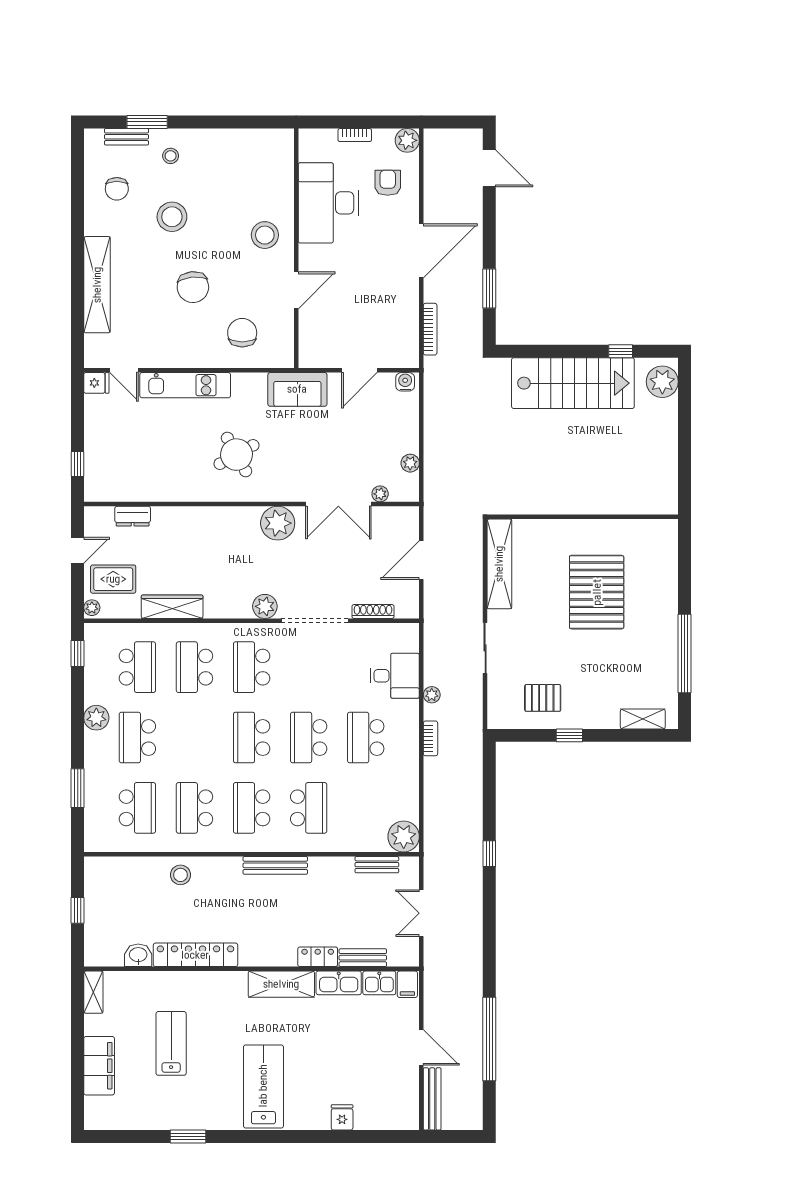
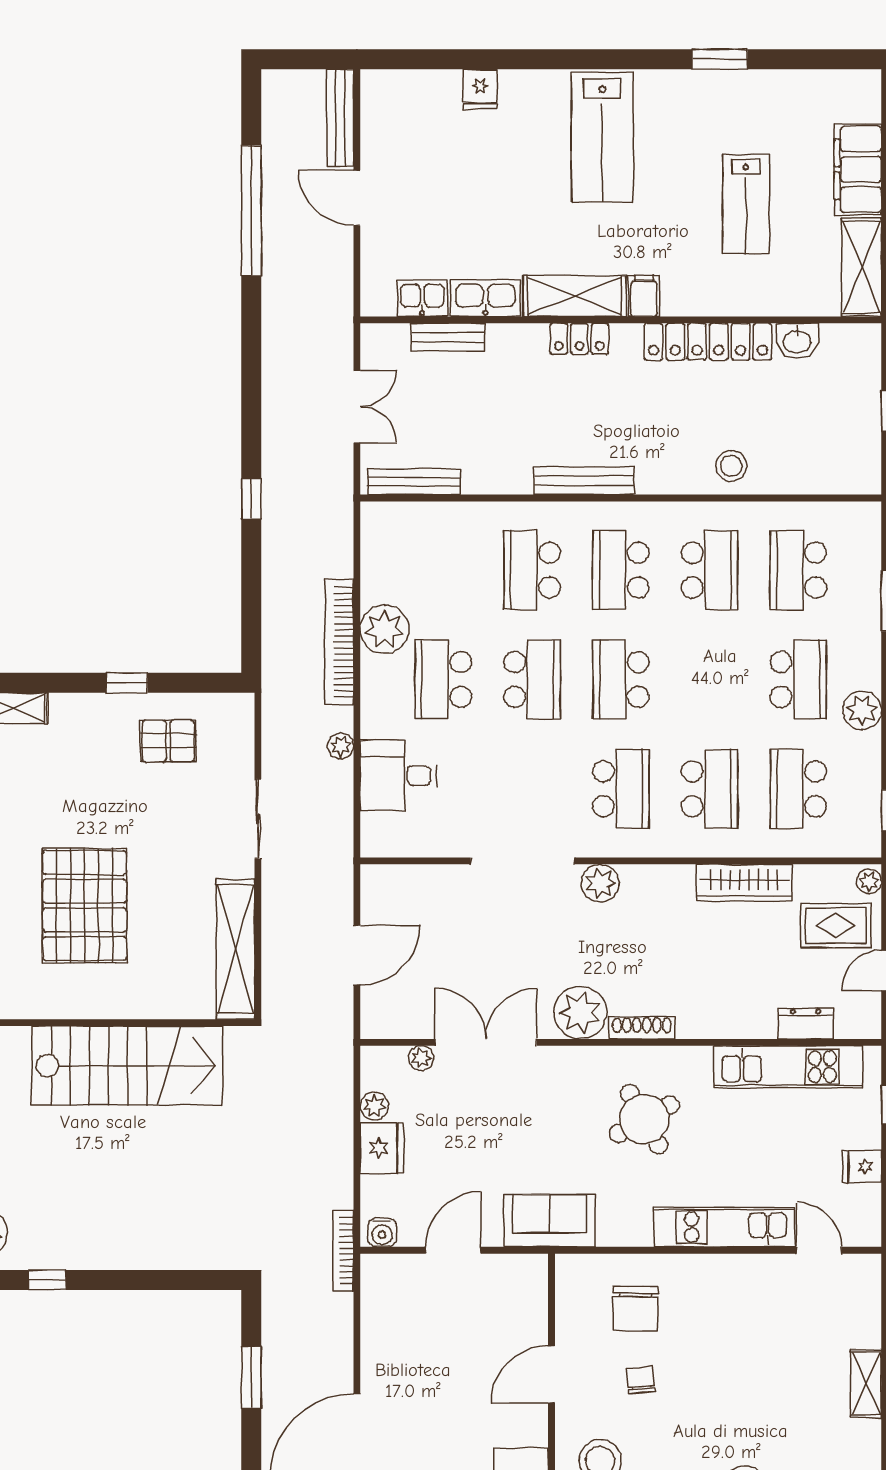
shelving: (97, 285) -> (866, 1383), width x0.45, depth x0.75
chair: (193, 287) -> (641, 1380), moved, width x0.54, depth x0.54
bookcase: (430, 329) -> (343, 1251), moved
fridge: (96, 383) -> (862, 1166), moved
stairs: (573, 383) -> (127, 1066), moved, turned 180
fridge: (405, 436) -> (382, 1148), added
kitchen unit: (144, 488) -> (788, 1067), added
shoe rack: (373, 612) -> (642, 1028), moved, turned 180
school desk: (252, 738) -> (621, 679), turned 180
school desk: (366, 738) -> (443, 679), turned 180
bookcase: (430, 738) -> (339, 642), width x2.31, depth x1.31
school desk: (252, 808) -> (621, 570), turned 180
plant: (404, 837) -> (384, 629), moved
bench: (377, 865) -> (414, 482), width x1.36
locker: (318, 957) -> (579, 339), moved
filing cabinet: (407, 984) -> (644, 296), moved
shelving: (93, 992) -> (862, 267), width x1.50, depth x1.33

